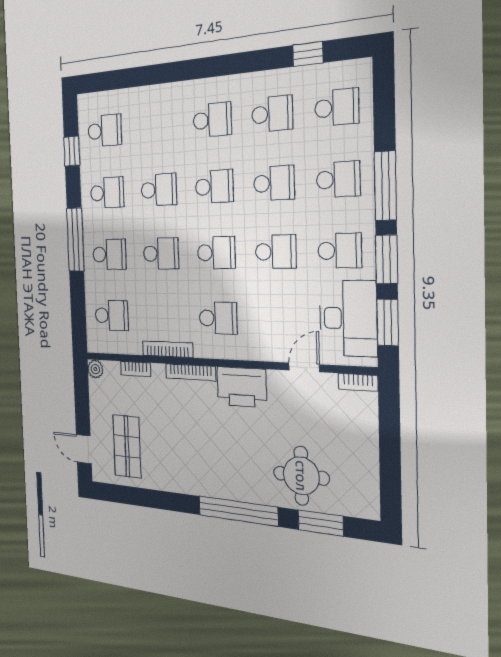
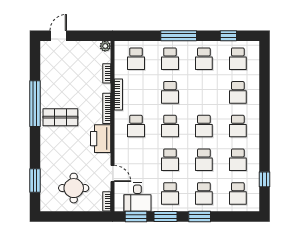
window: (385, 186) -> (200, 216), width x0.69
school desk: (159, 190) -> (238, 92), moved
desk: (348, 318) -> (137, 197), width x0.73
shop shelf: (127, 446) -> (60, 117), moved
round table: (301, 476) -> (74, 188), moved
window: (238, 511) -> (35, 104), moved

